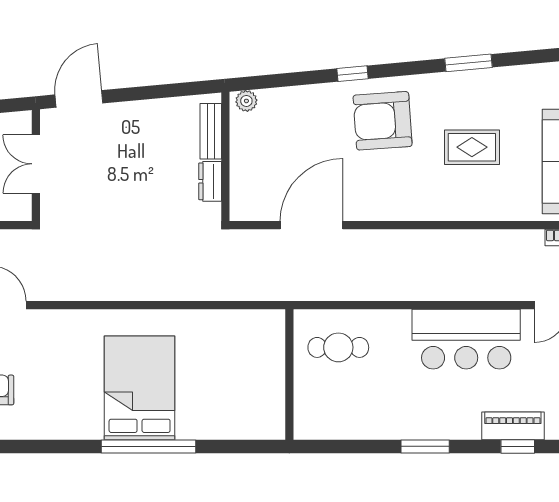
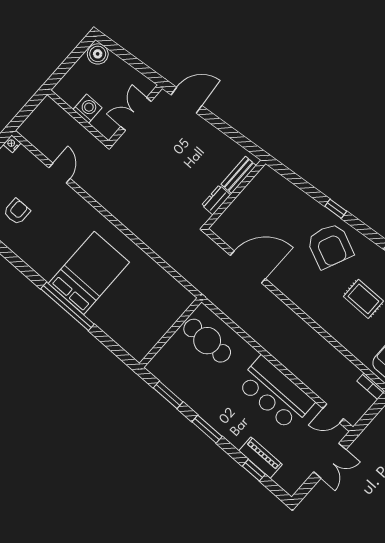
plant: (246, 101) -> (270, 175), removed
armchair: (383, 121) -> (330, 246), turned -152
cafe table: (338, 347) -> (207, 341), width x1.37, depth x1.35
window: (348, 446) -> (168, 395), added

